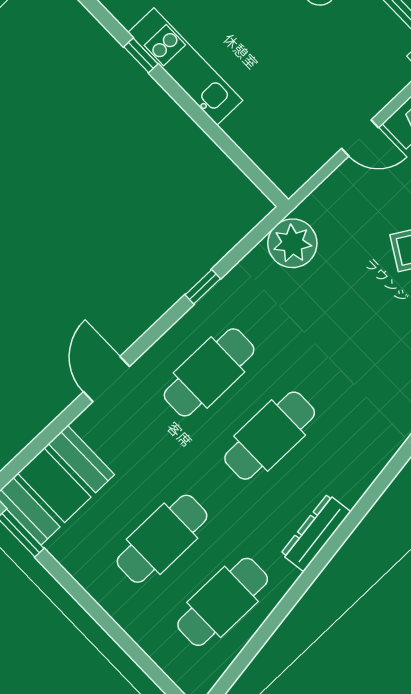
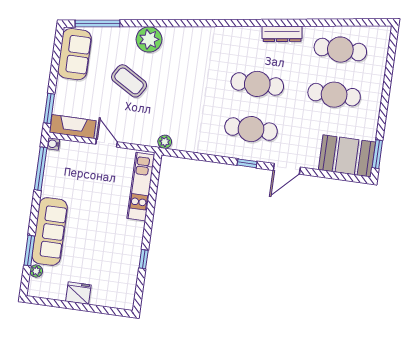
kitchen unit: (185, 67) -> (141, 187), moved
plant: (292, 243) -> (165, 142), width x0.53, depth x0.53
window: (203, 287) -> (247, 163), moved

